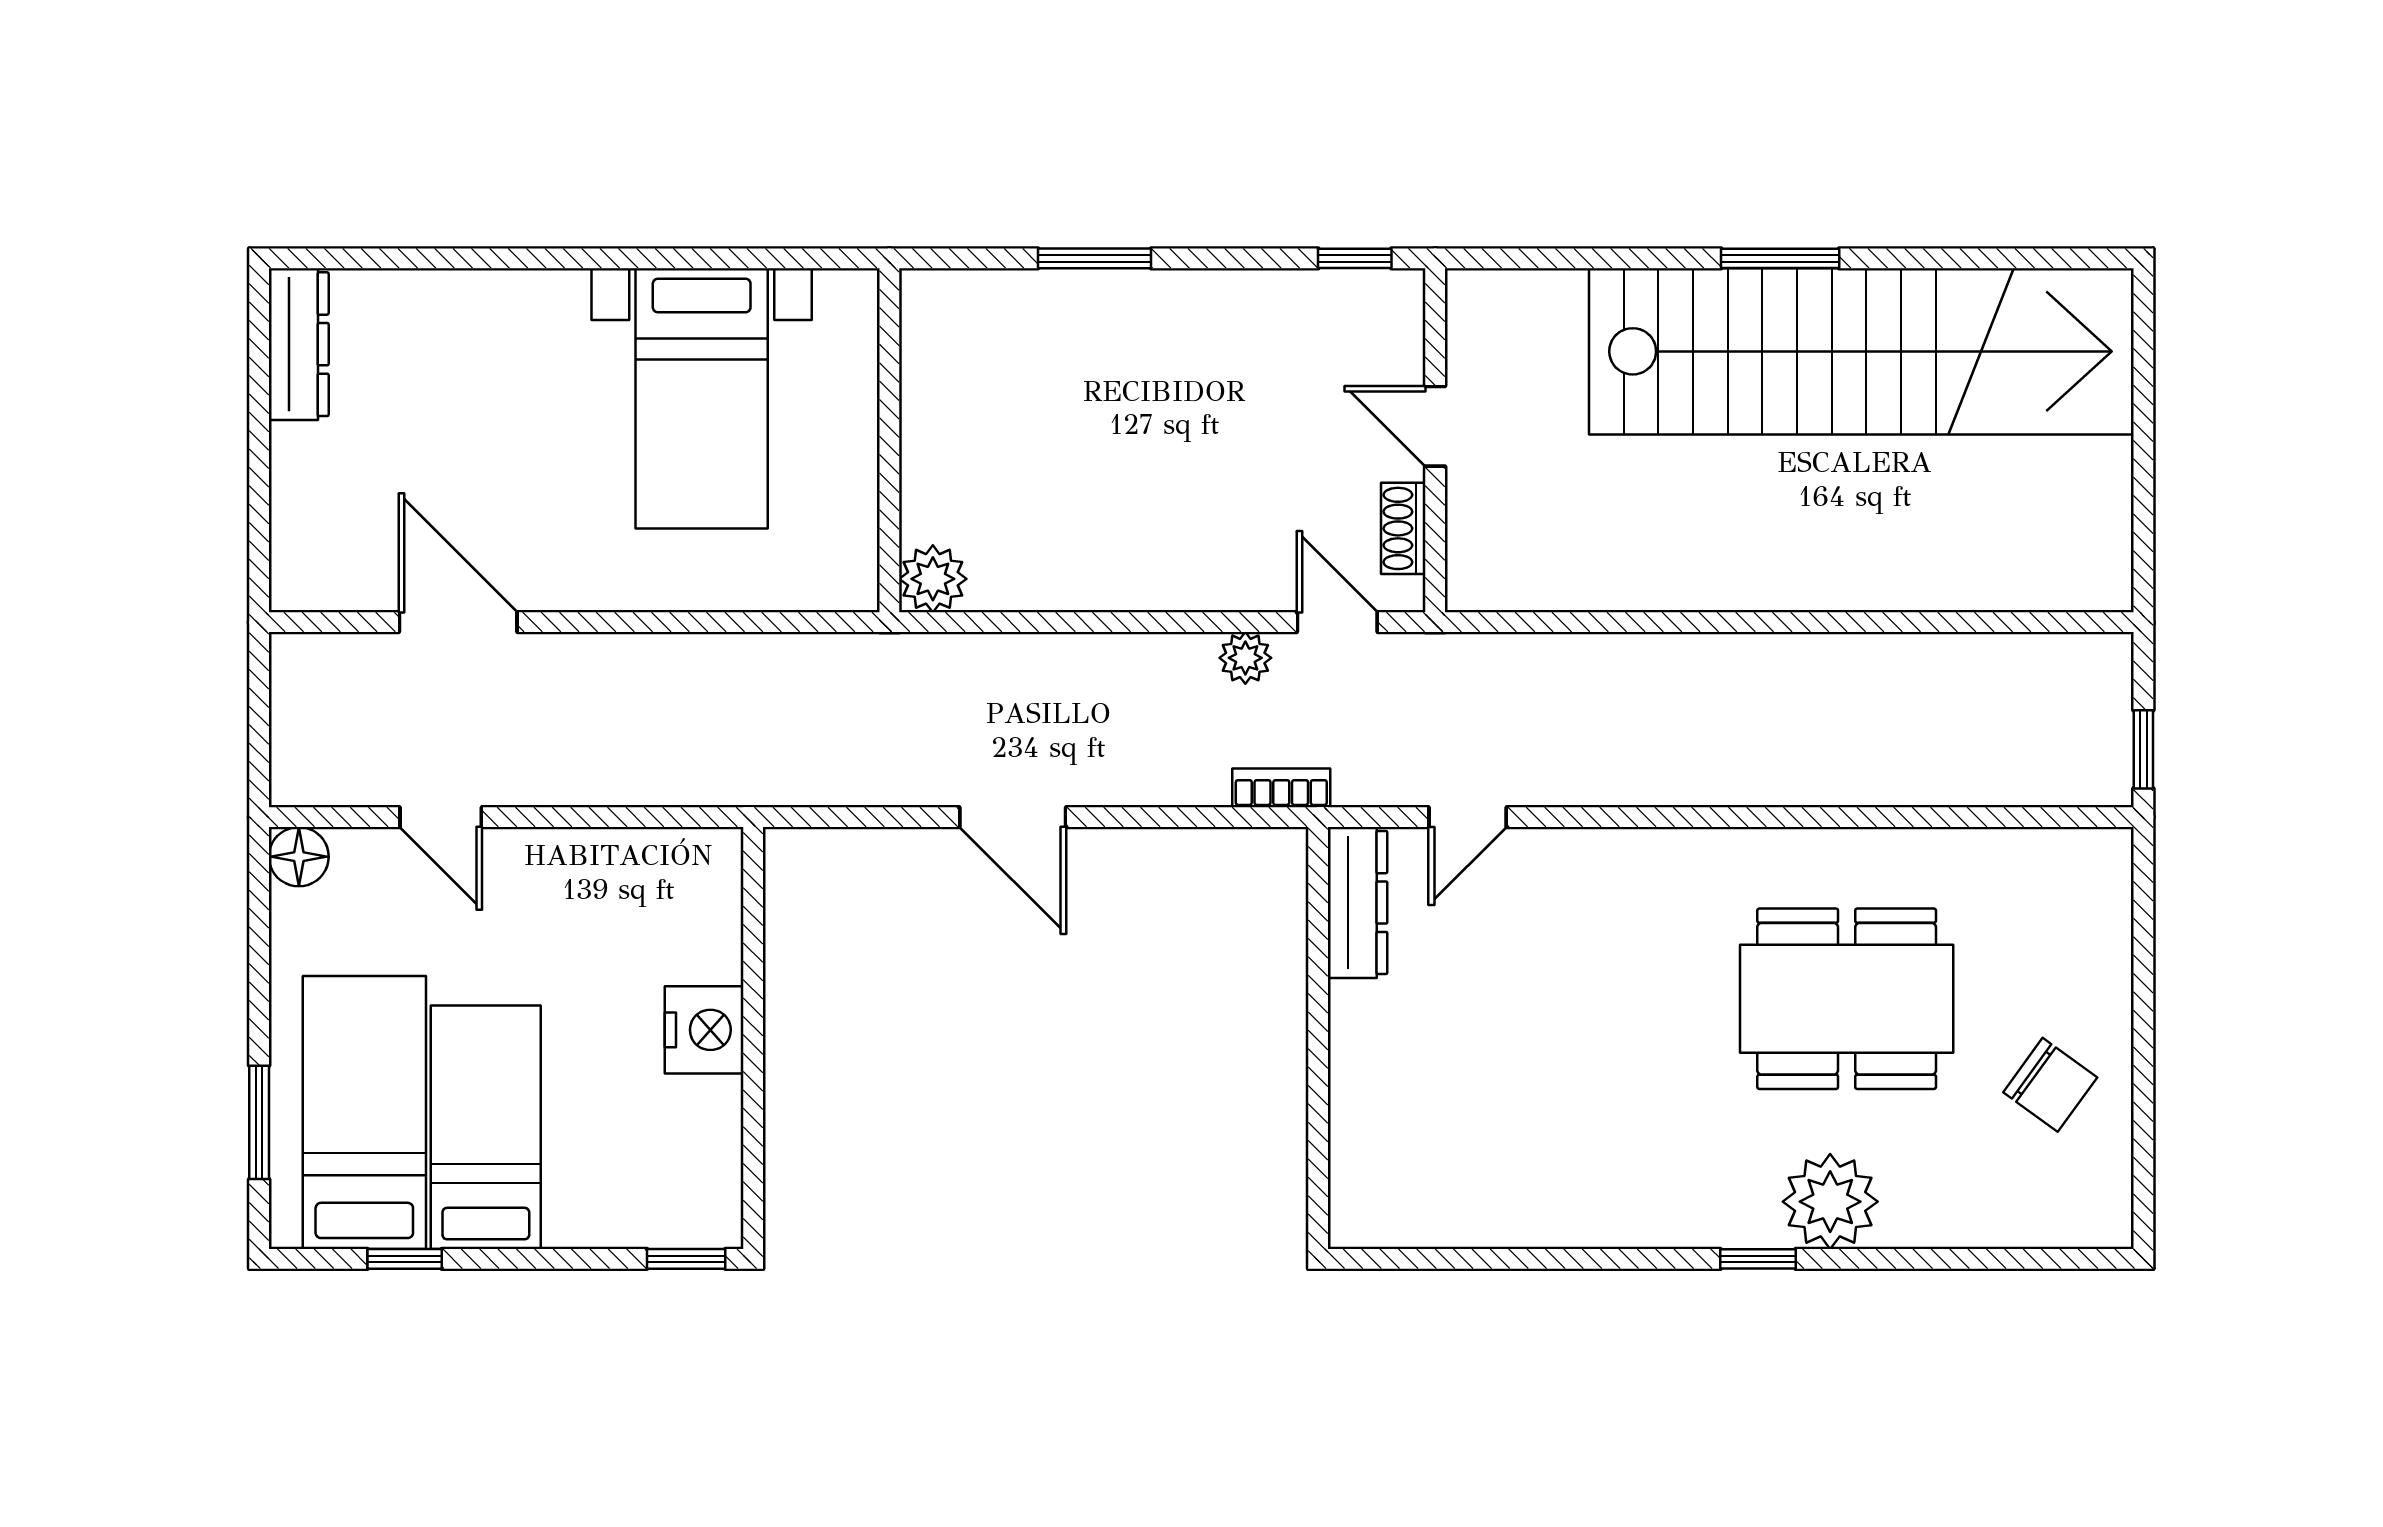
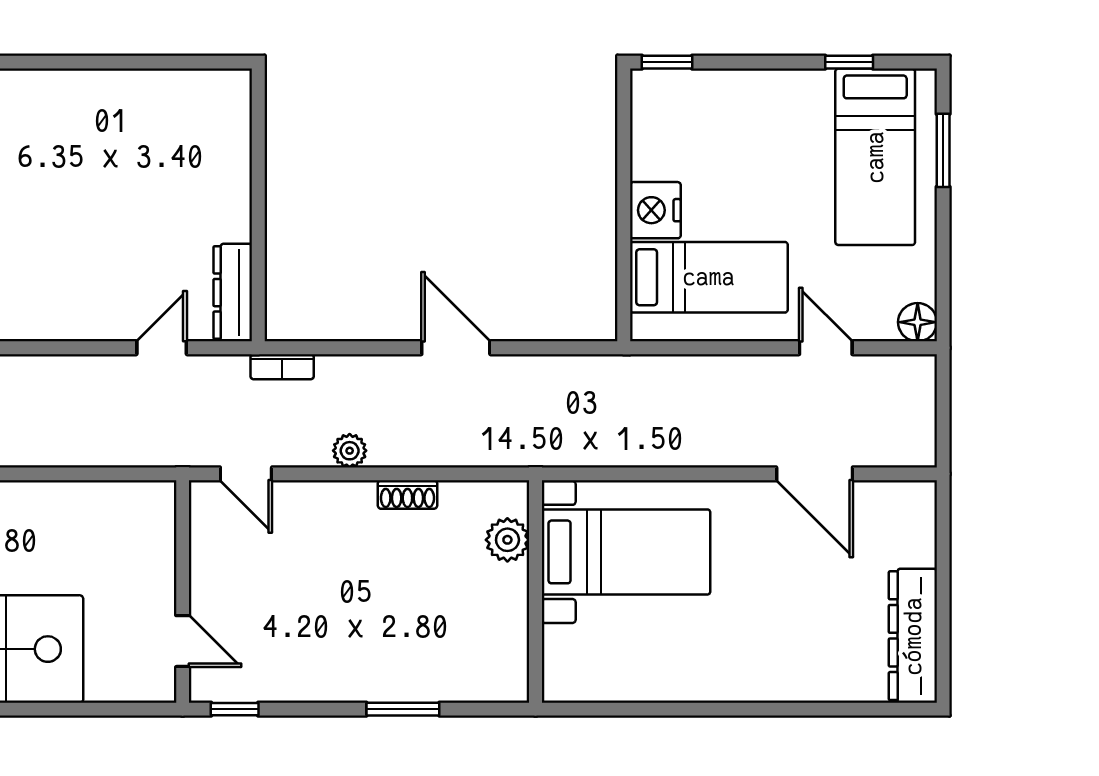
dresser: (299, 344) -> (913, 636), width x1.37, depth x1.24
bed with nightstands: (702, 398) -> (626, 552), moved, turned 90
door: (1435, 426) -> (183, 641), moved
shoe rack: (1403, 528) -> (407, 495), moved, turned 90
plant: (933, 579) -> (507, 540), moved
plant: (1245, 658) -> (350, 451), moved
bed: (486, 1127) -> (709, 277), moved, turned -90

